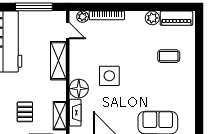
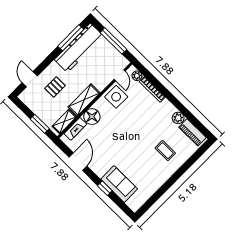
shelving: (58, 61) -> (84, 100), moved
side table: (109, 76) -> (116, 97), moved
pallet: (25, 112) -> (55, 87), moved

